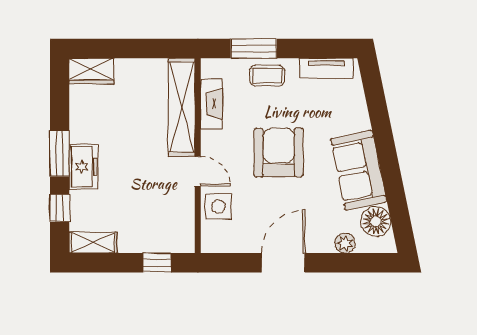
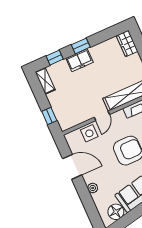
window: (60, 153) -> (81, 46), width x0.67
plant: (345, 243) -> (93, 188), moved
door: (283, 263) -> (72, 167), moved

